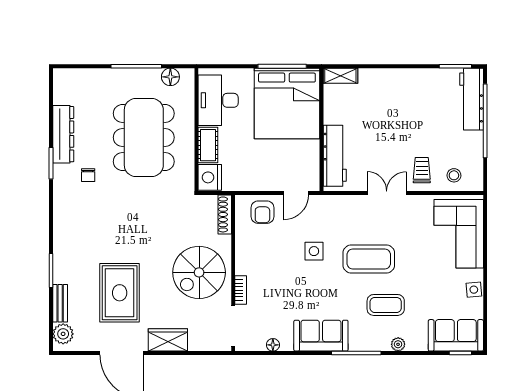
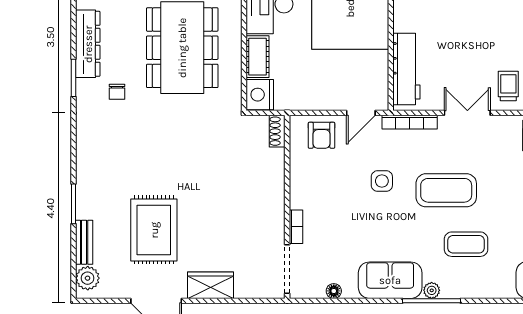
bookcase: (338, 201) -> (410, 122), added
shoe rack: (225, 214) -> (277, 131), width x0.70
spiral stairs: (199, 272) -> (247, 206), removed
plant: (398, 344) -> (432, 290), moved

